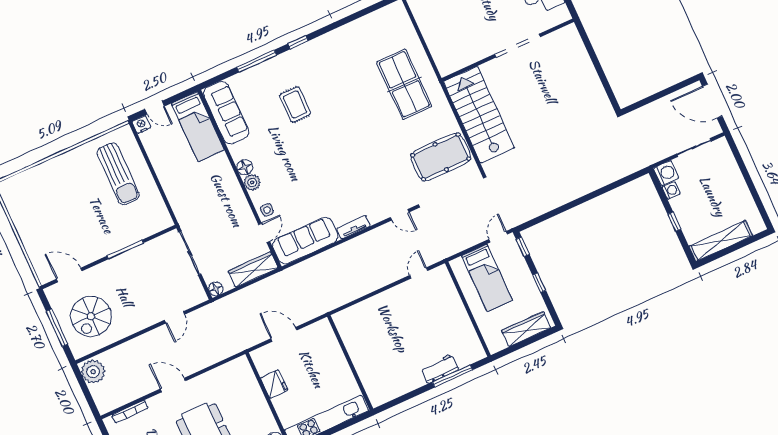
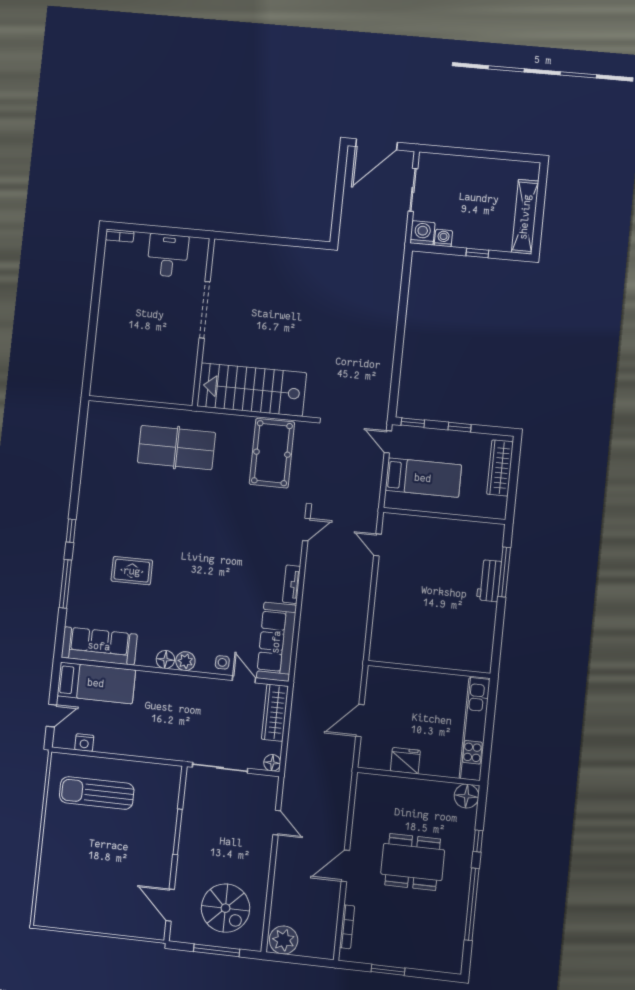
nightstand: (141, 125) -> (84, 743), moved, turned -90
sun lounger: (118, 174) -> (97, 793), turned 180
door: (69, 275) -> (170, 905), hinge flipped

